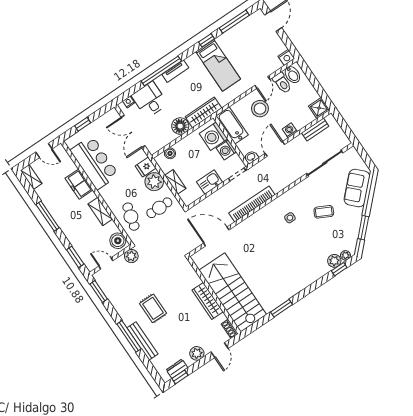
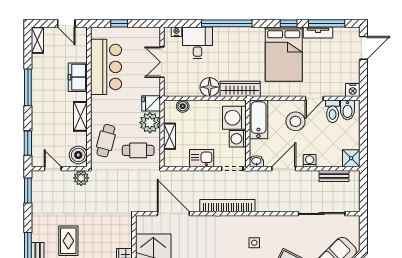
bed: (218, 65) -> (284, 54), width x1.50
tv unit: (175, 71) -> (318, 32), moved
double door: (133, 131) -> (162, 62), width x0.73

